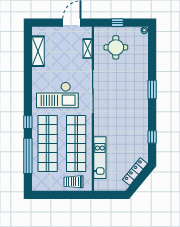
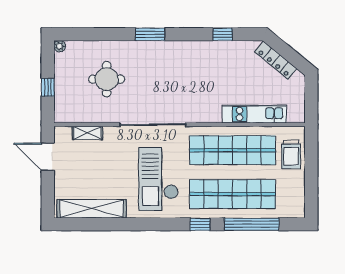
round table: (116, 47) -> (107, 79), moved
shelving: (38, 51) -> (92, 209), width x1.47
checkout: (57, 95) -> (158, 179), turned 180

